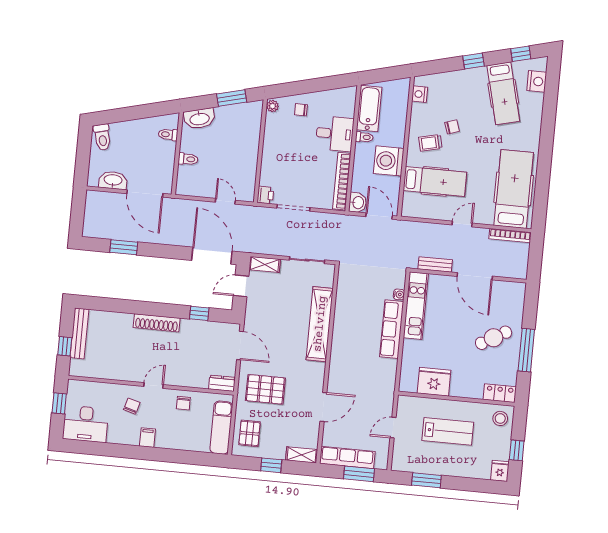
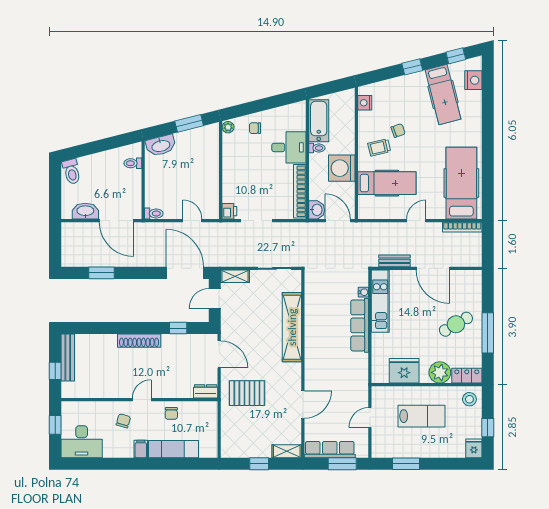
toilet: (188, 159) -> (154, 214), moved
plant: (472, 387) -> (440, 372), added
exam couch: (221, 428) -> (173, 449), moved, turned 90
pallet: (250, 433) -> (236, 436), removed

